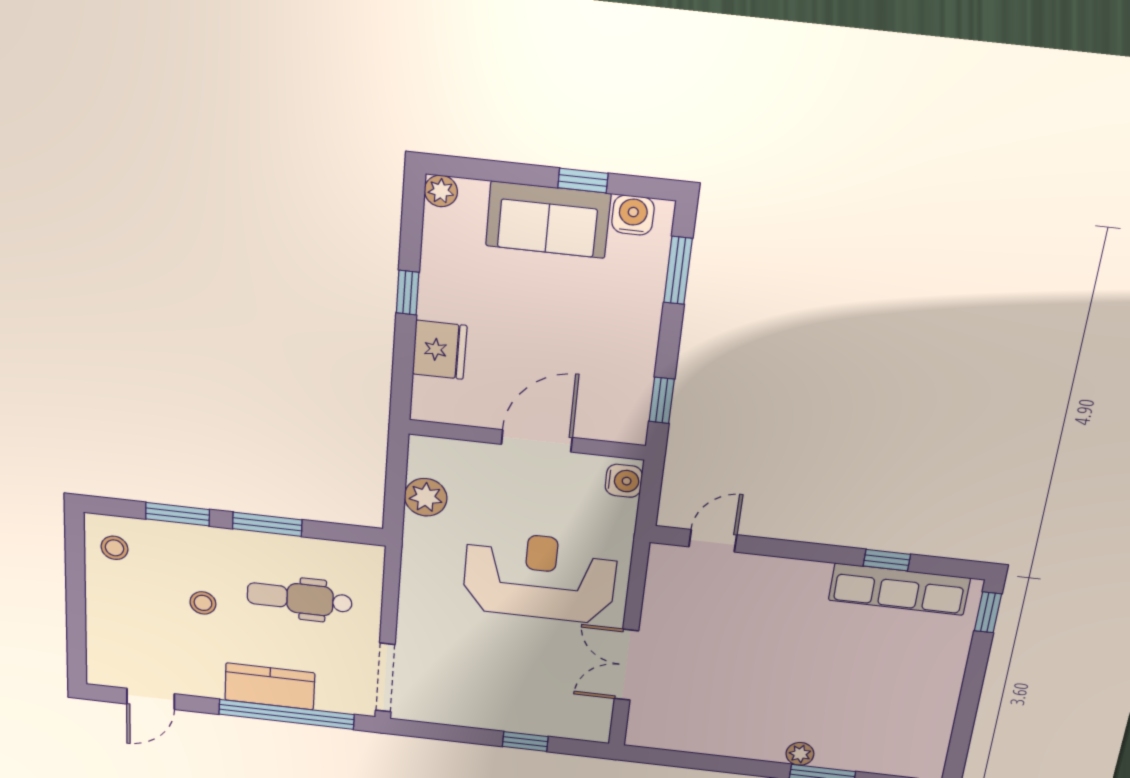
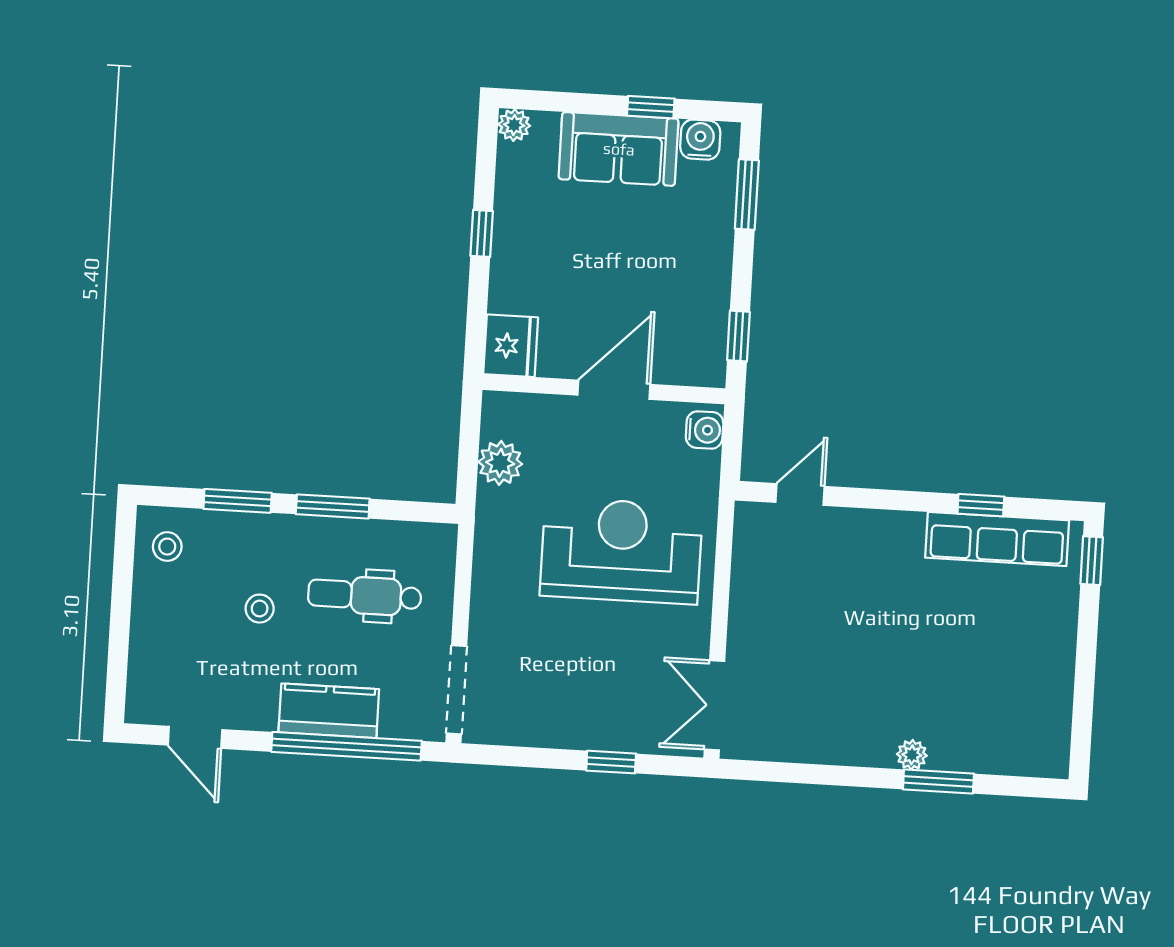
fridge: (440, 350) -> (511, 346), moved
double door: (626, 665) -> (715, 705), moved
door: (151, 699) -> (195, 737), hinge flipped

